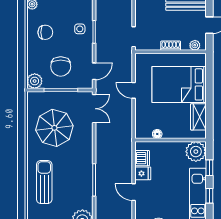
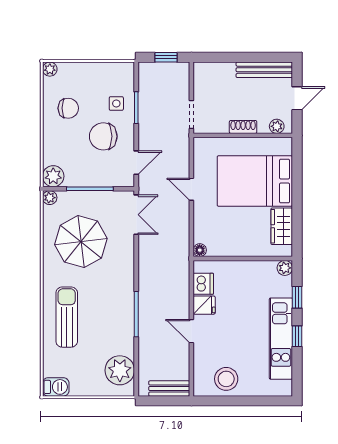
chair: (61, 66) -> (103, 136), moved, turned 90
plant: (32, 96) -> (50, 198), added
floor lamp: (157, 134) -> (200, 250), moved
plant: (196, 152) -> (285, 268), width x0.53, depth x0.53

